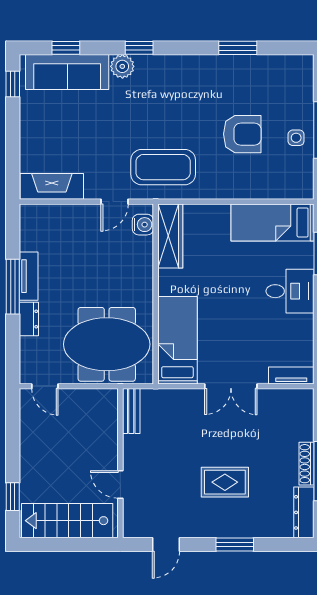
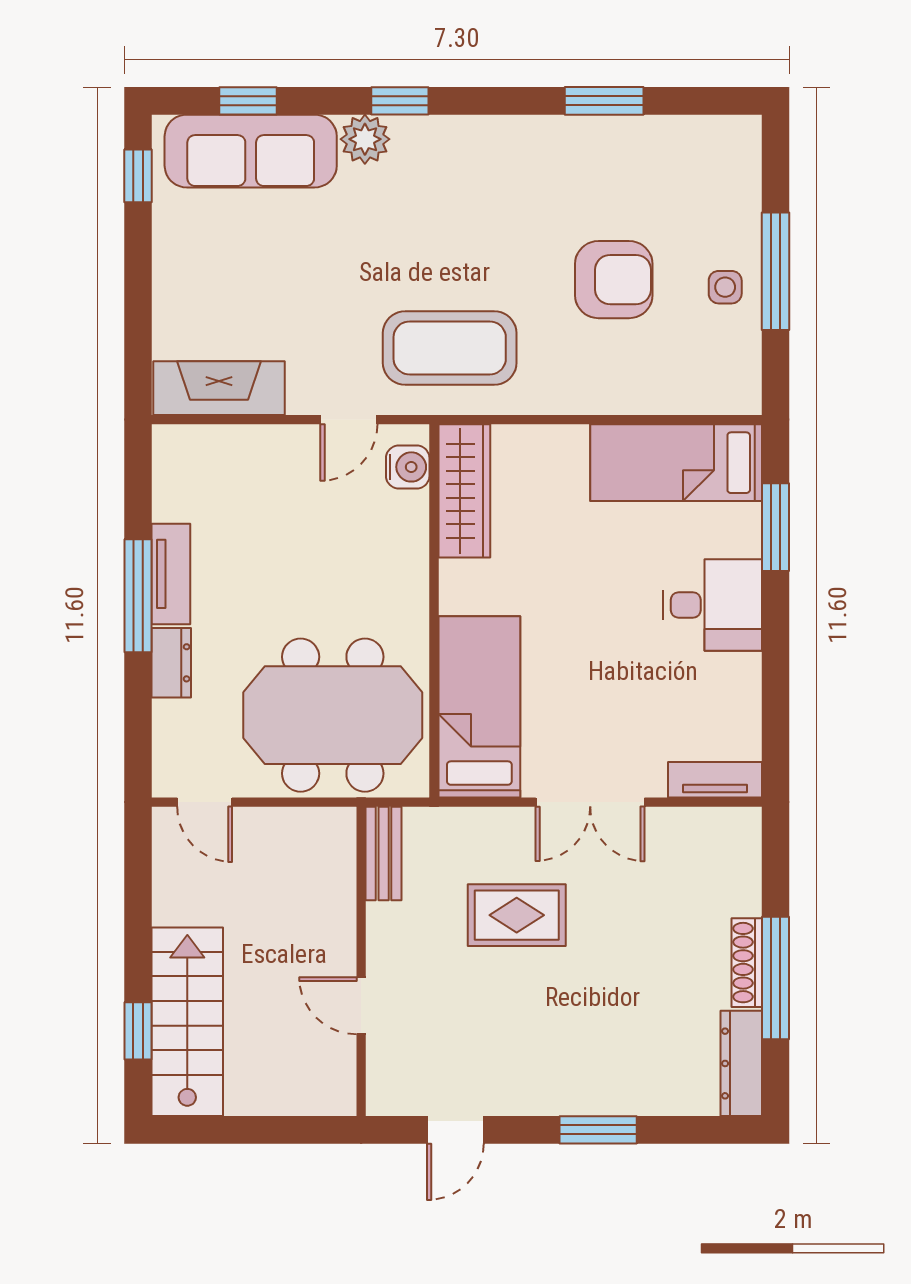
rug: (225, 482) -> (517, 915), moved
stairs: (67, 521) -> (187, 1022), moved, turned 90

